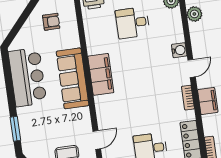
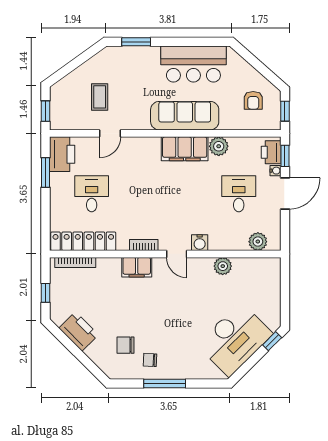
plant: (194, 14) -> (223, 266), moved
plant: (95, 46) -> (219, 146), added
door: (97, 140) -> (110, 133), hinge flipped

